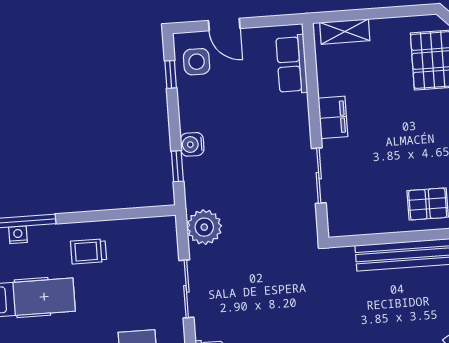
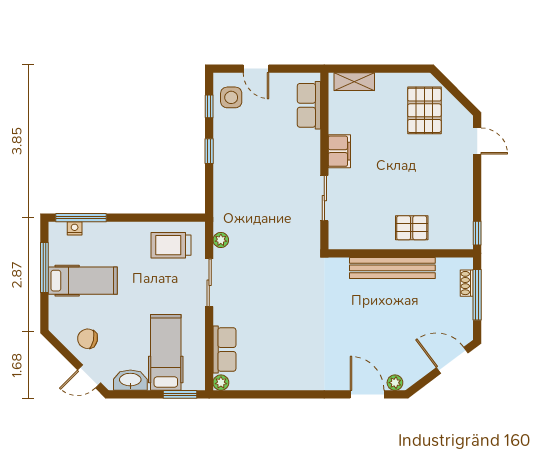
water cooler: (192, 144) -> (223, 165), removed
window: (177, 166) -> (209, 151), moved
plant: (204, 227) -> (221, 240), width x0.53, depth x0.53
trolley: (89, 251) -> (171, 245), moved, width x1.36, depth x1.39

